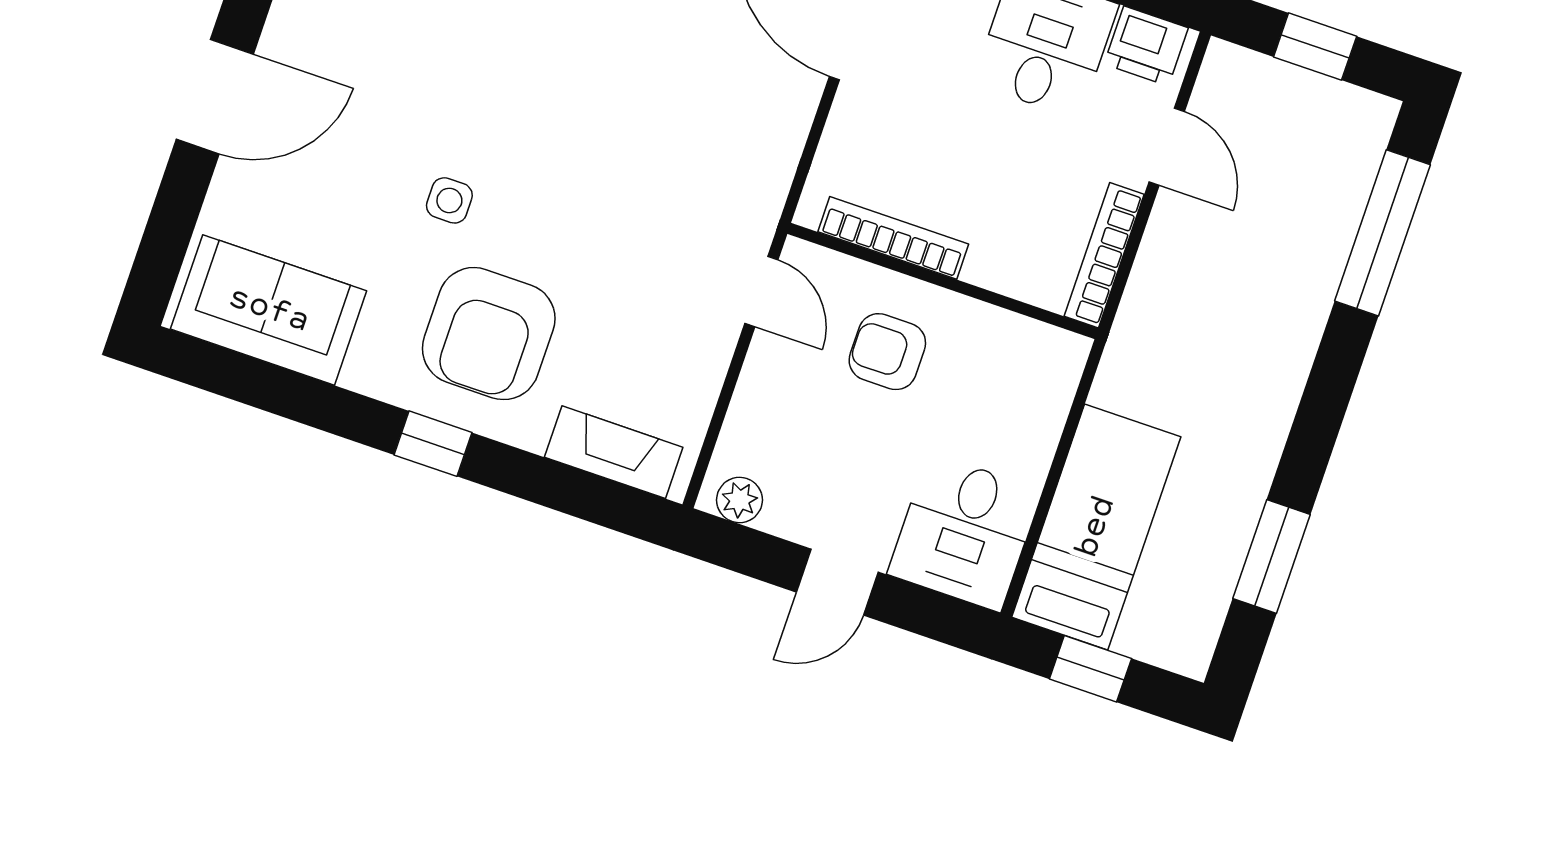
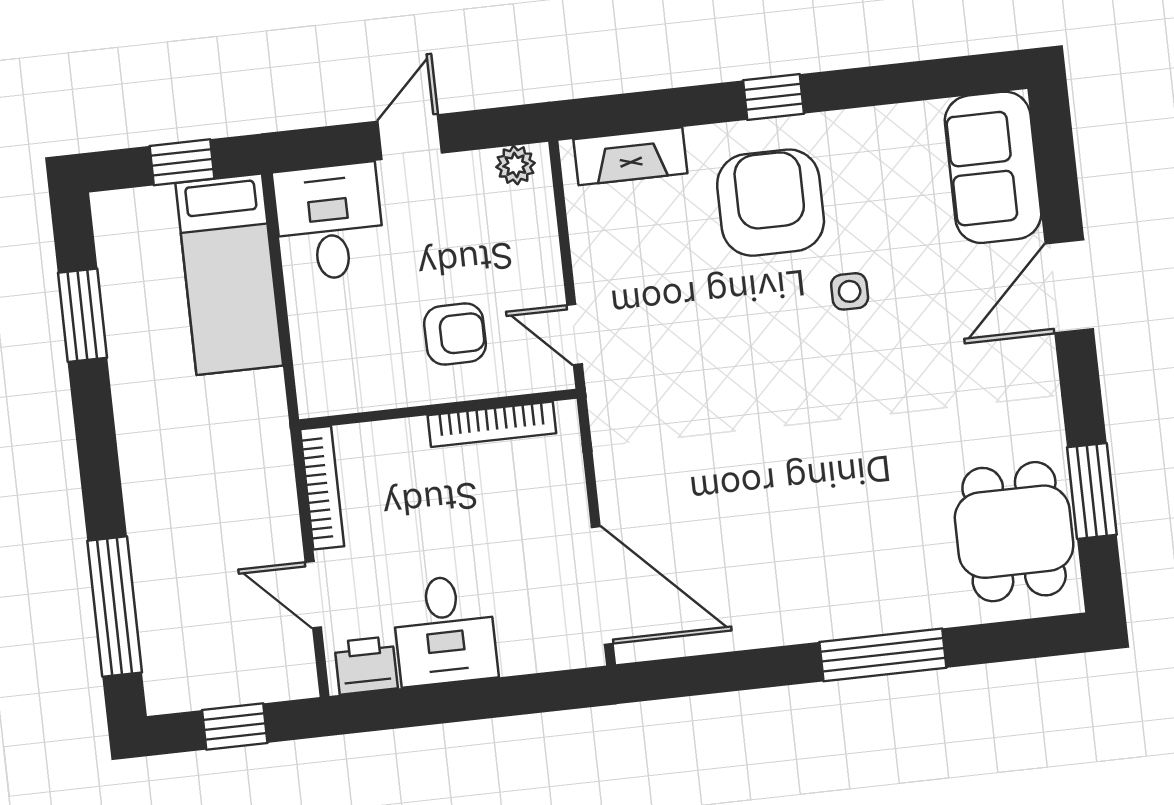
sofa: (269, 310) -> (993, 167), moved, turned 90

